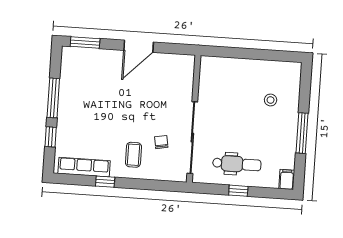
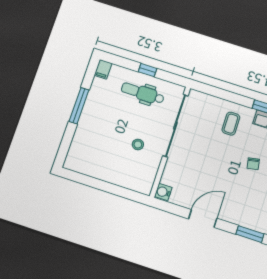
water cooler: (187, 63) -> (163, 192), added
stool: (271, 100) -> (138, 144), moved
chair: (161, 142) -> (253, 164), moved

